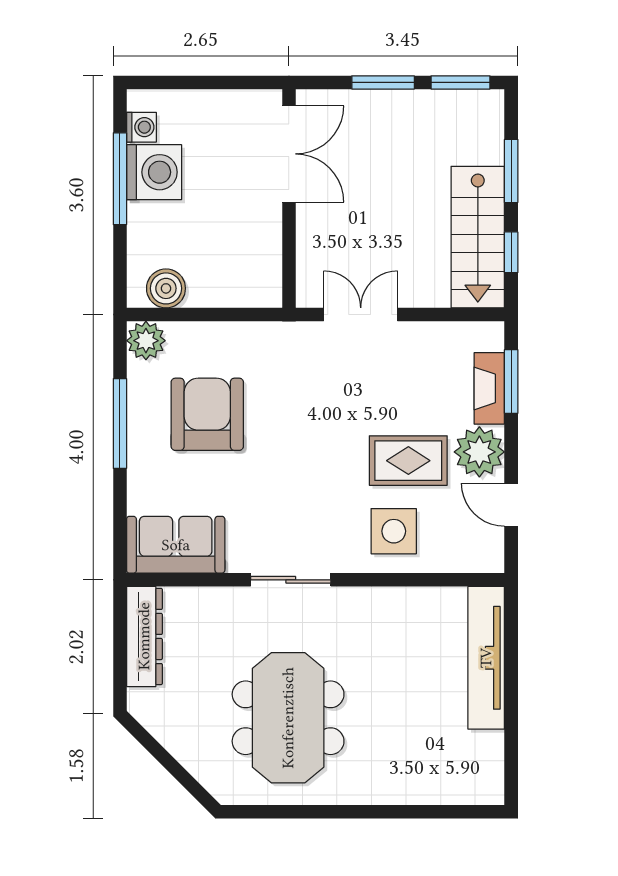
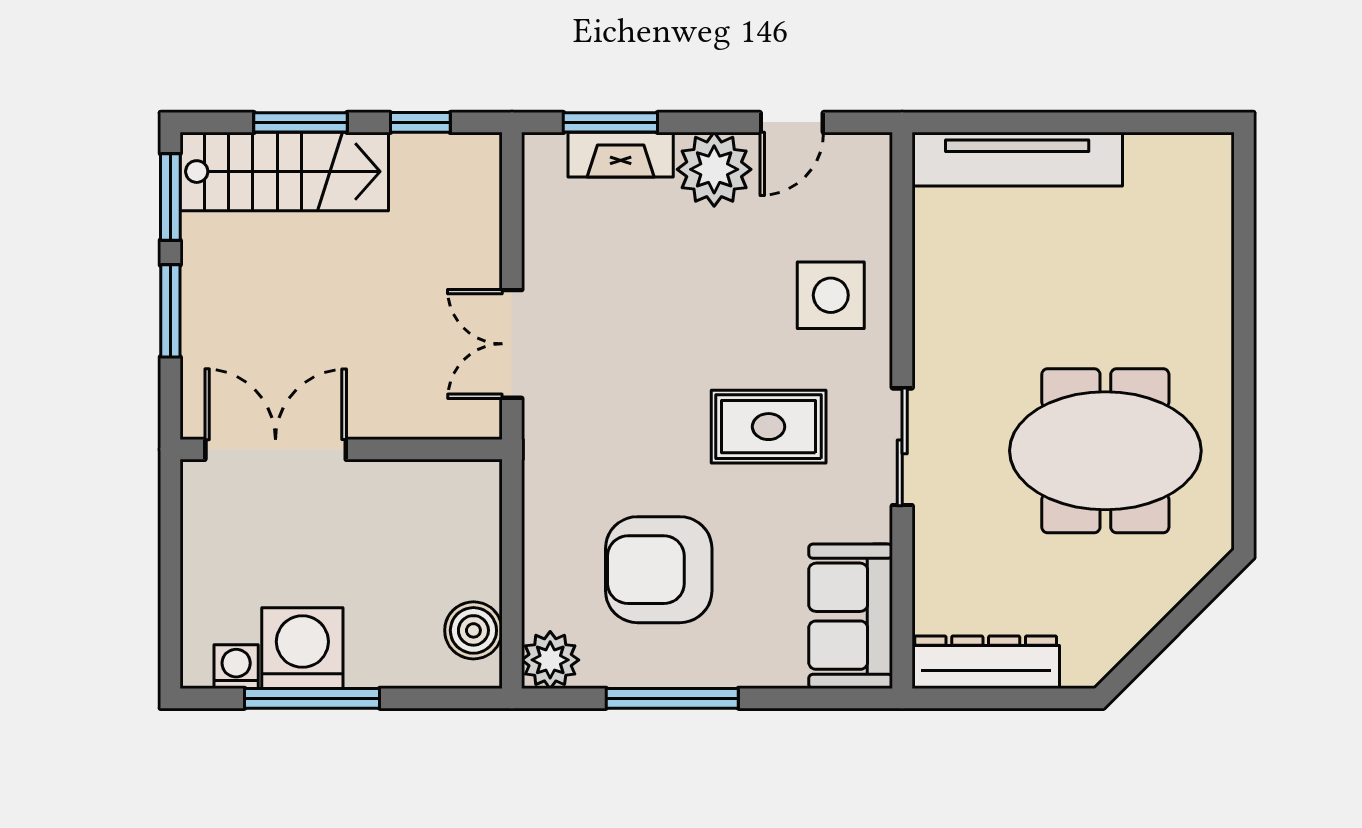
stairs: (478, 237) -> (284, 172), moved
rug: (408, 461) -> (769, 427), moved, turned 90

